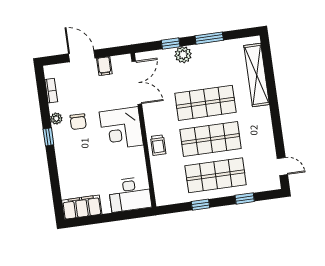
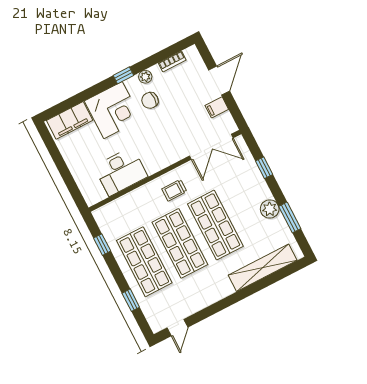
window: (209, 38) -> (290, 217), moved
plant: (183, 55) -> (270, 209), moved
corner desk: (121, 128) -> (113, 110), moved, turned 180
trolley: (158, 145) -> (174, 190), moved
desk: (130, 194) -> (121, 171), moved, turned -90
window: (201, 205) -> (102, 245), moved
filing cabinet: (82, 207) -> (70, 120), moved, turned 90

